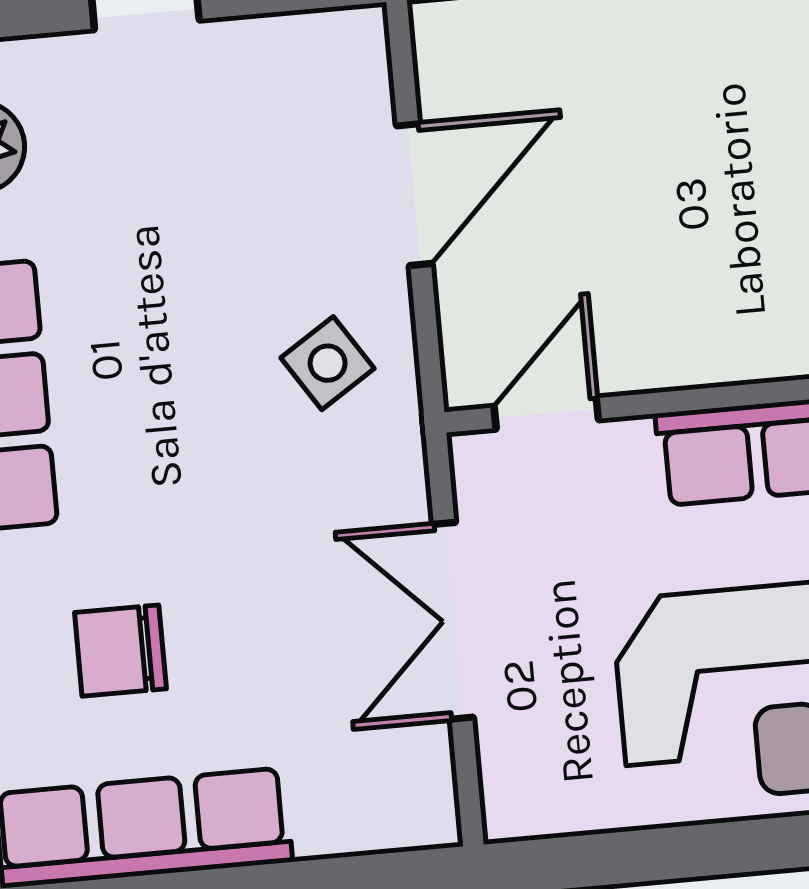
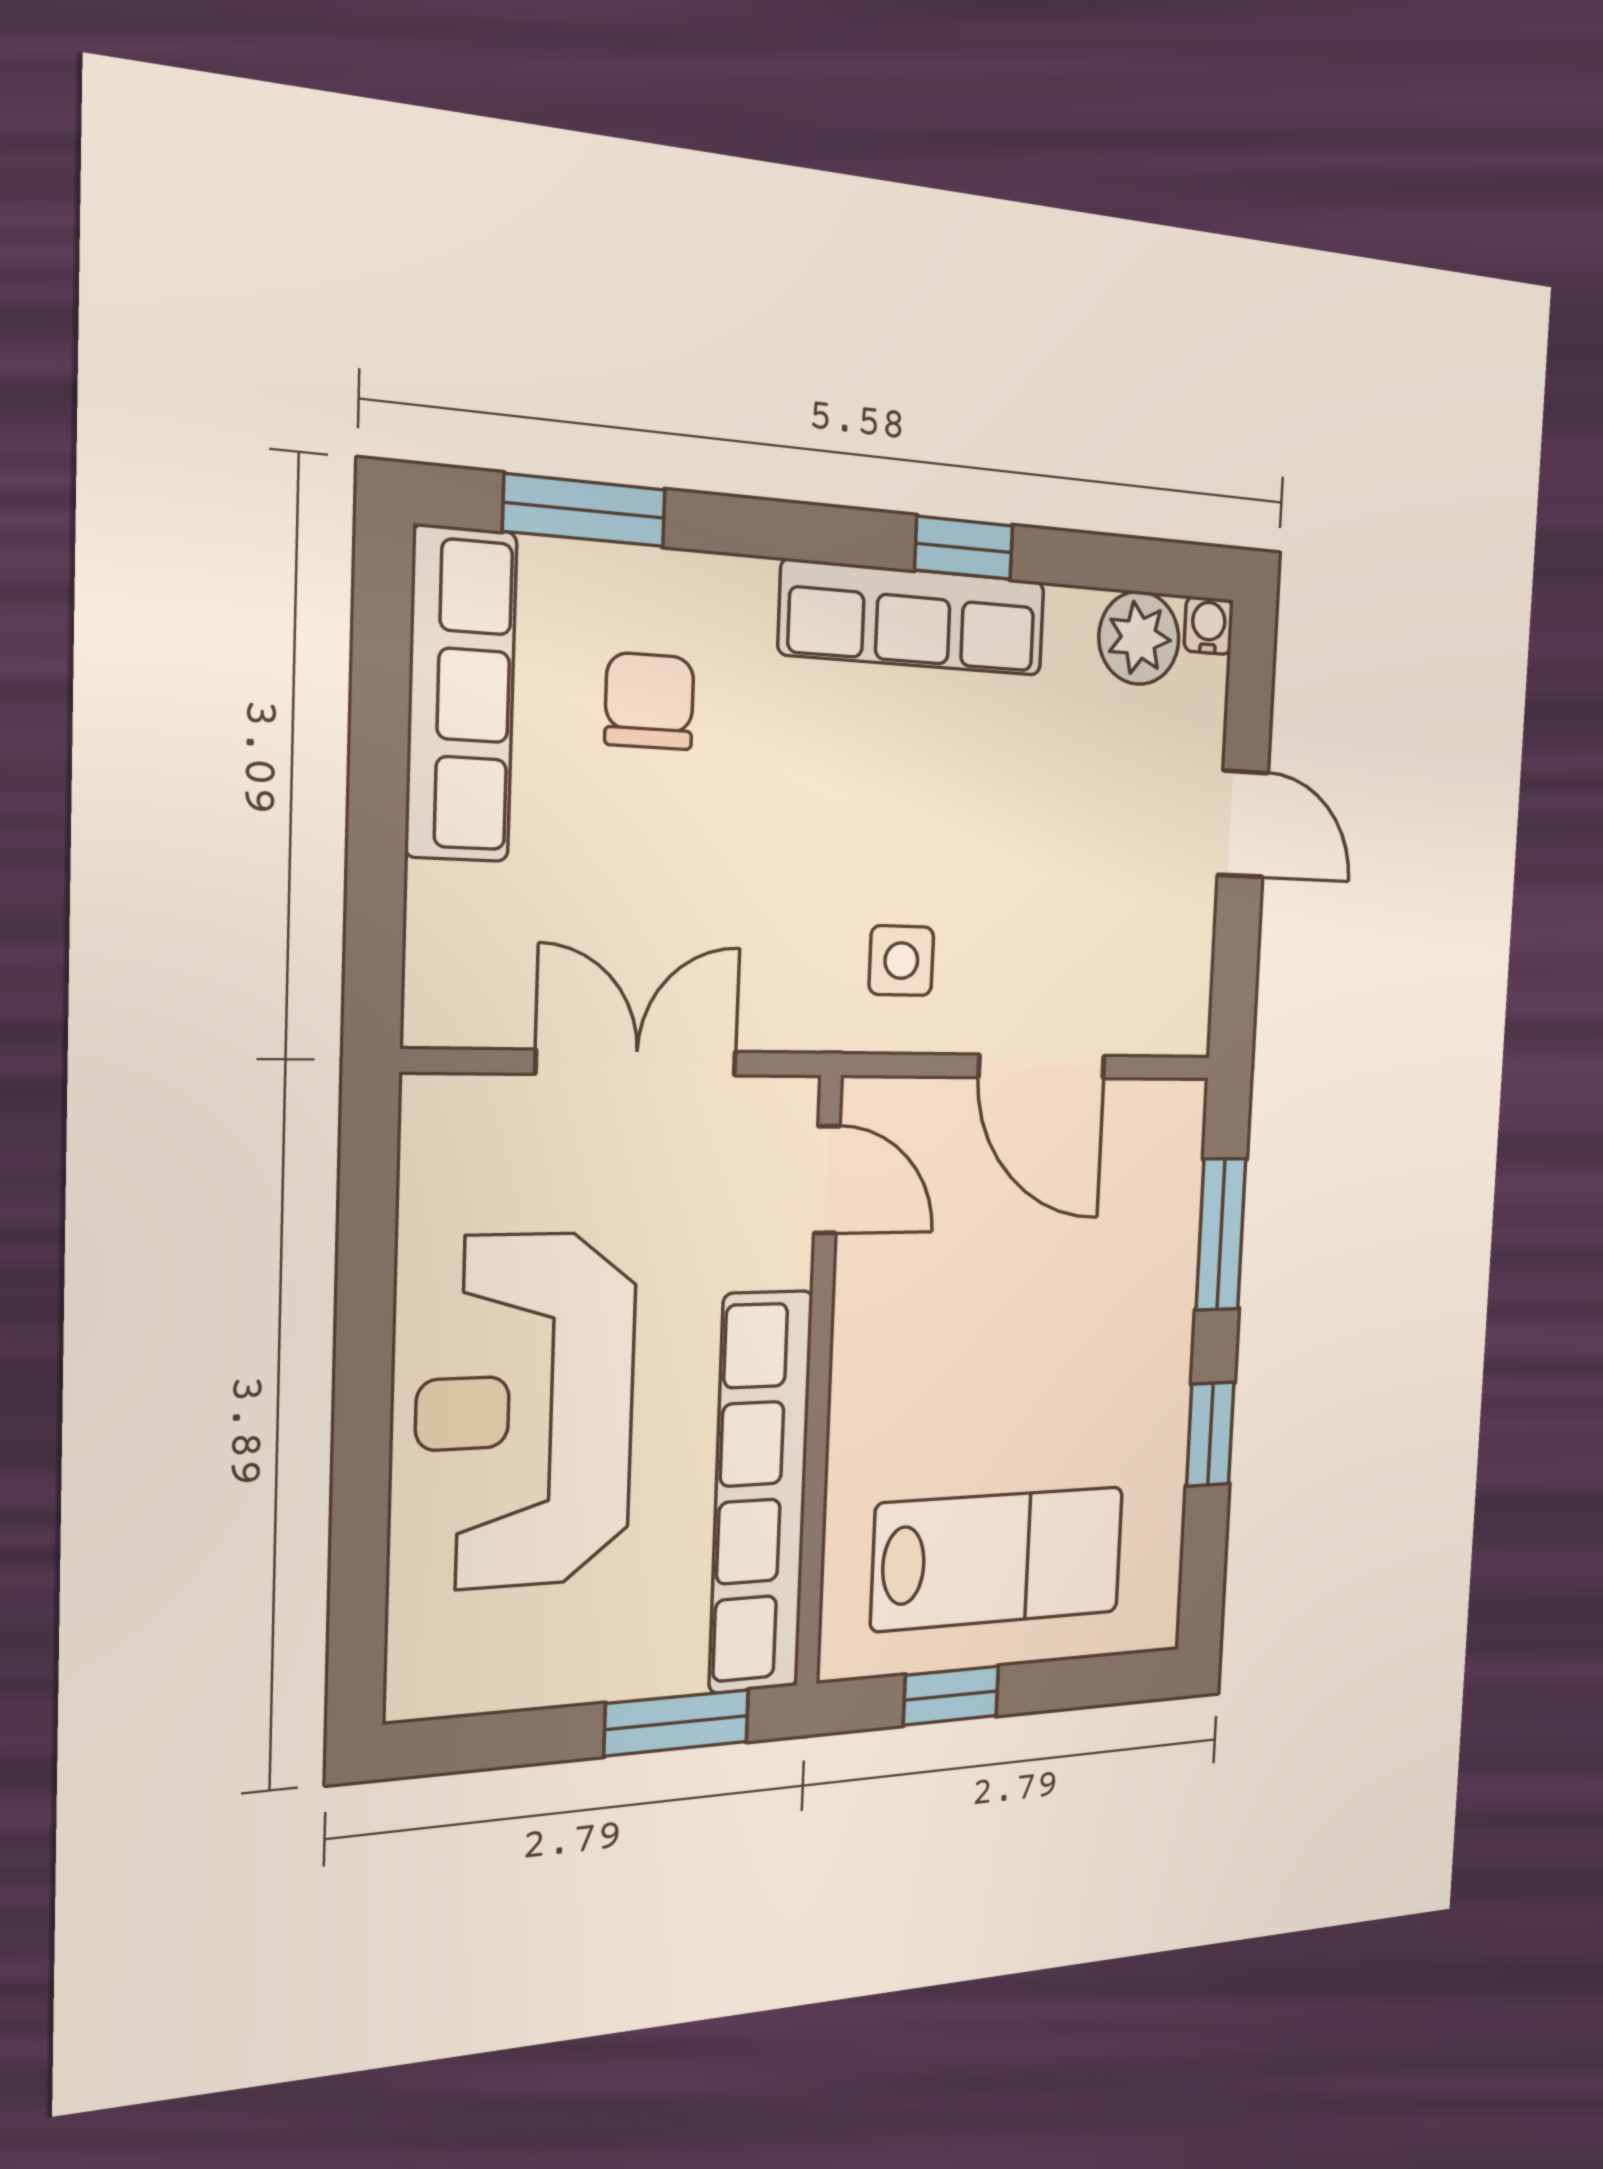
side table: (328, 363) -> (901, 961), turned 33

